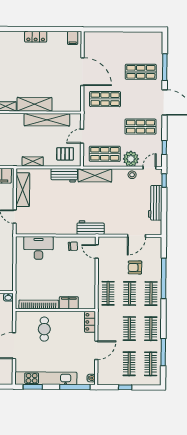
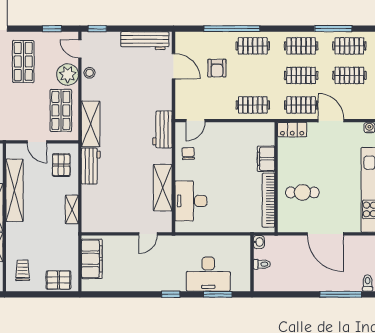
shelving: (23, 190) -> (163, 188), moved, turned 90
workbench: (155, 203) -> (145, 41), moved
clothes rail: (130, 293) -> (301, 105), moved

